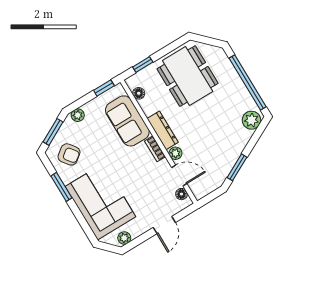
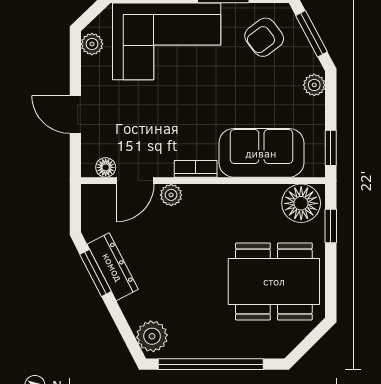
floor lamp: (139, 93) -> (301, 203), width x1.89, depth x1.89
dresser: (163, 130) -> (113, 267), moved, turned -117

